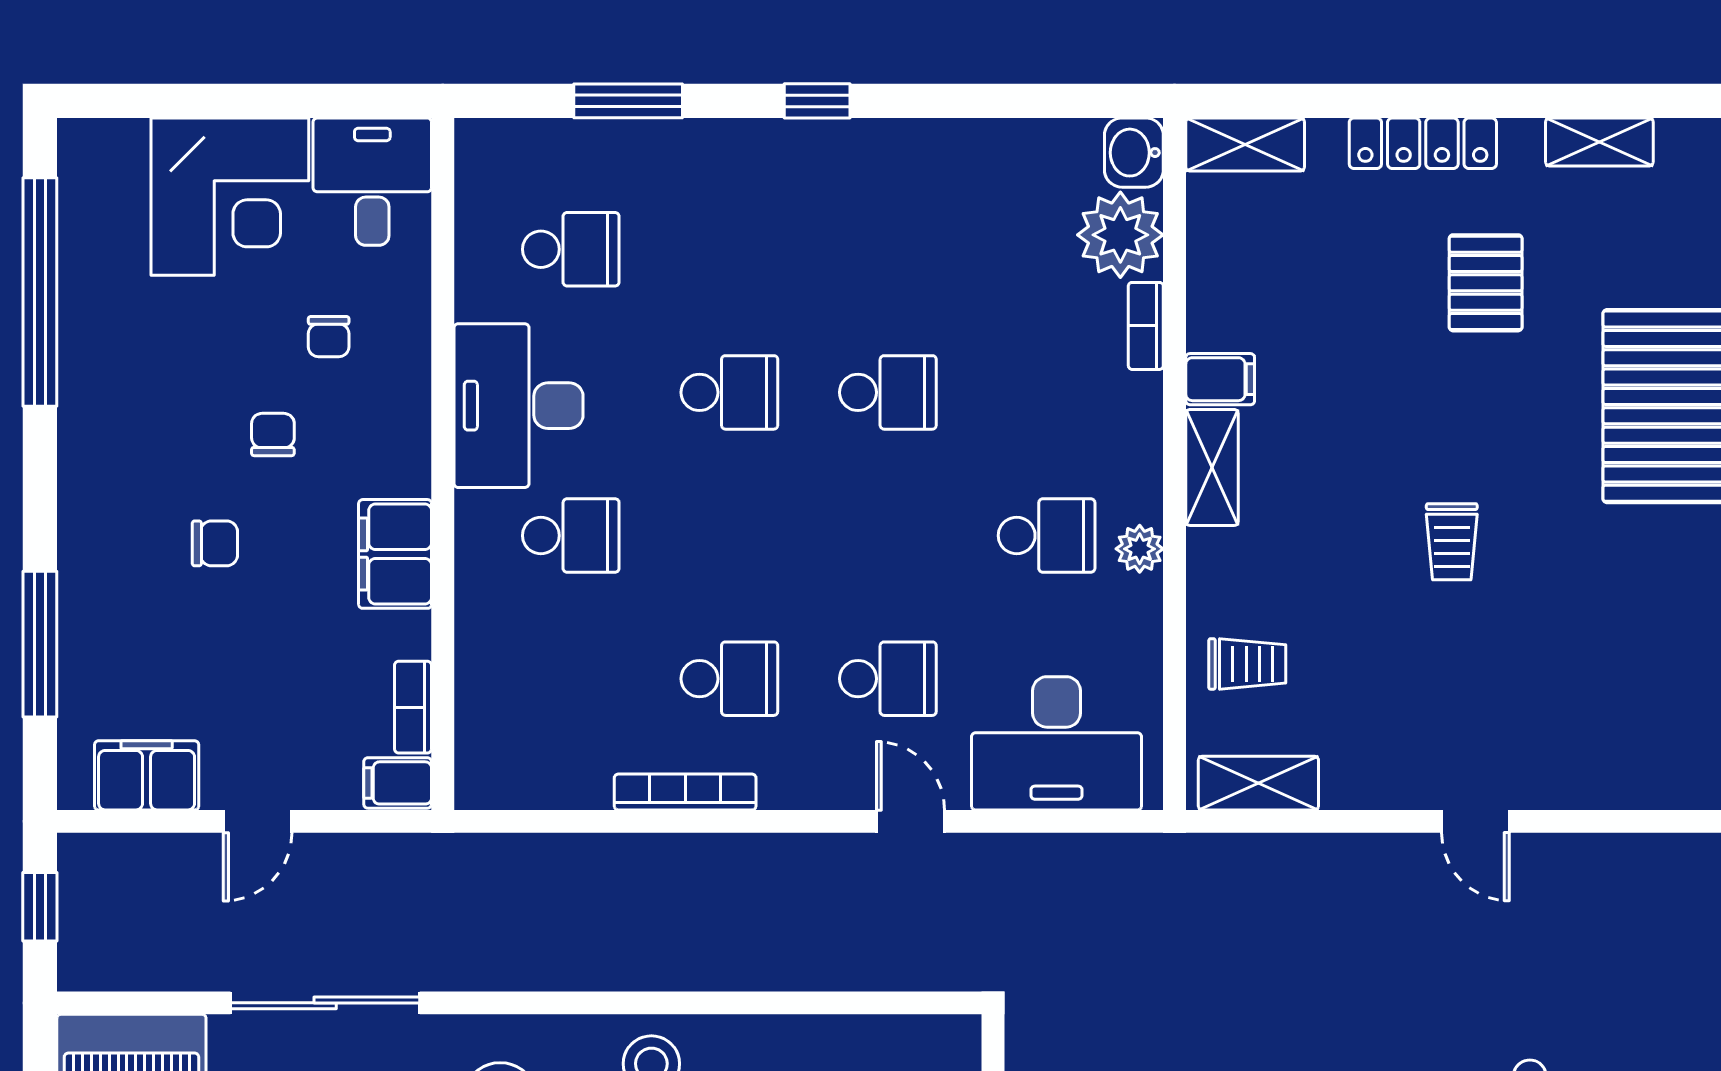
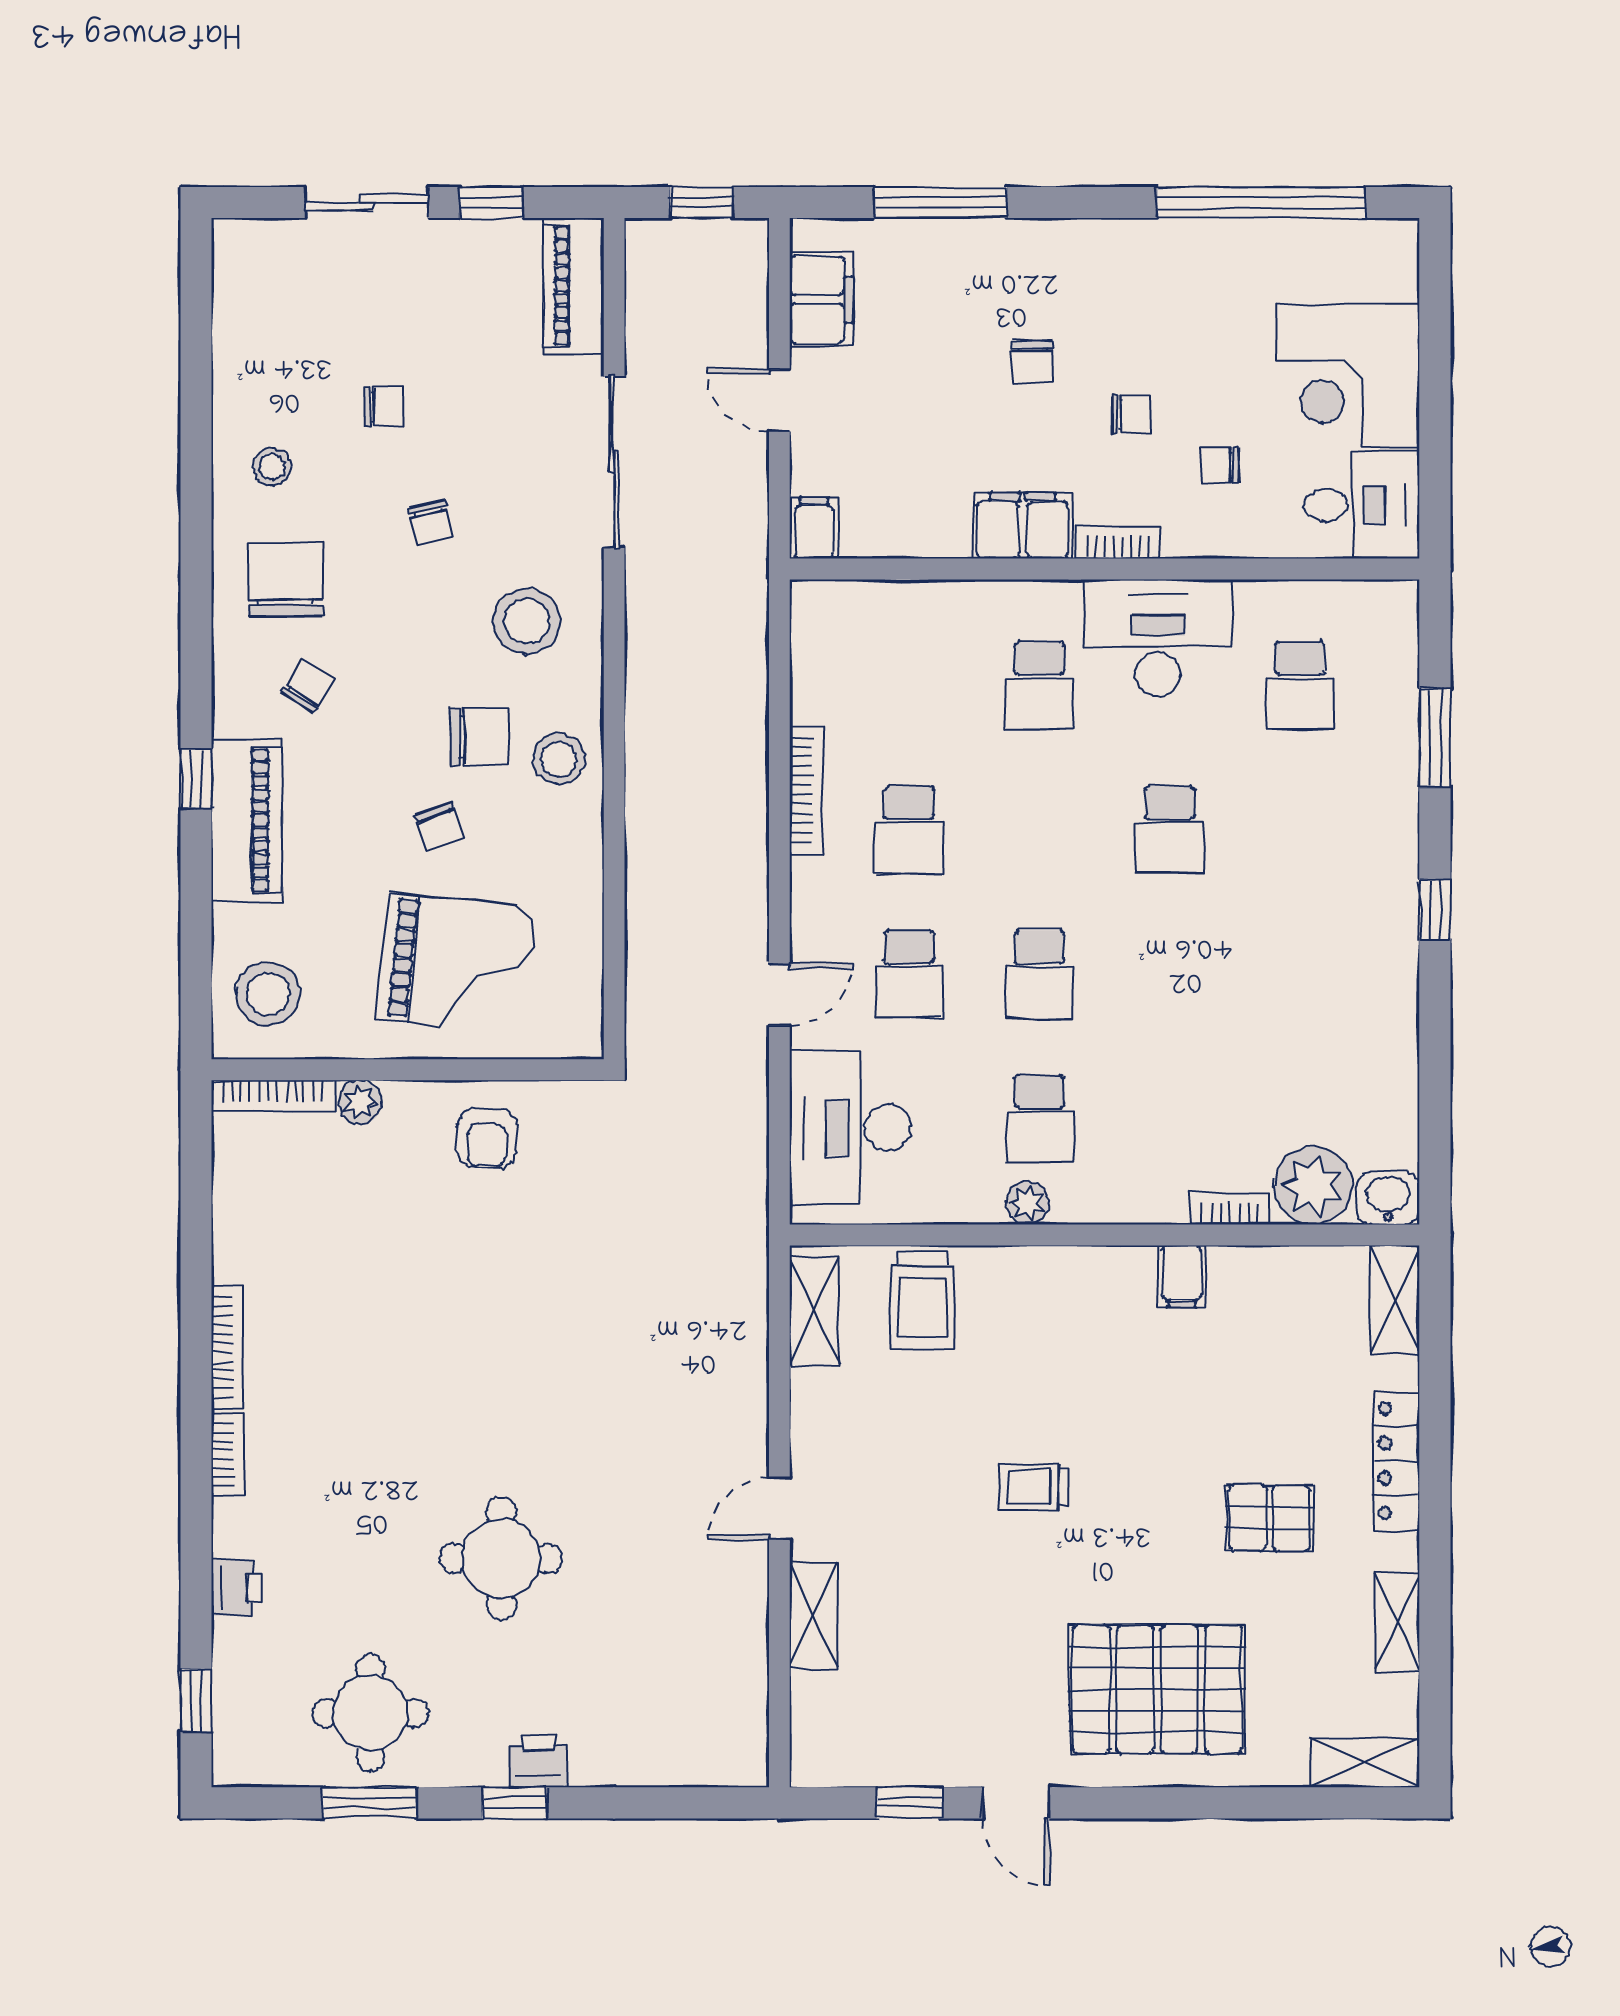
school desk: (888, 392) -> (1039, 974), moved
shelving: (1212, 467) -> (813, 1615), moved, turned 90
trolley: (1247, 664) -> (923, 1301), width x1.36, depth x1.39
bookcase: (413, 707) -> (1118, 542), moved

